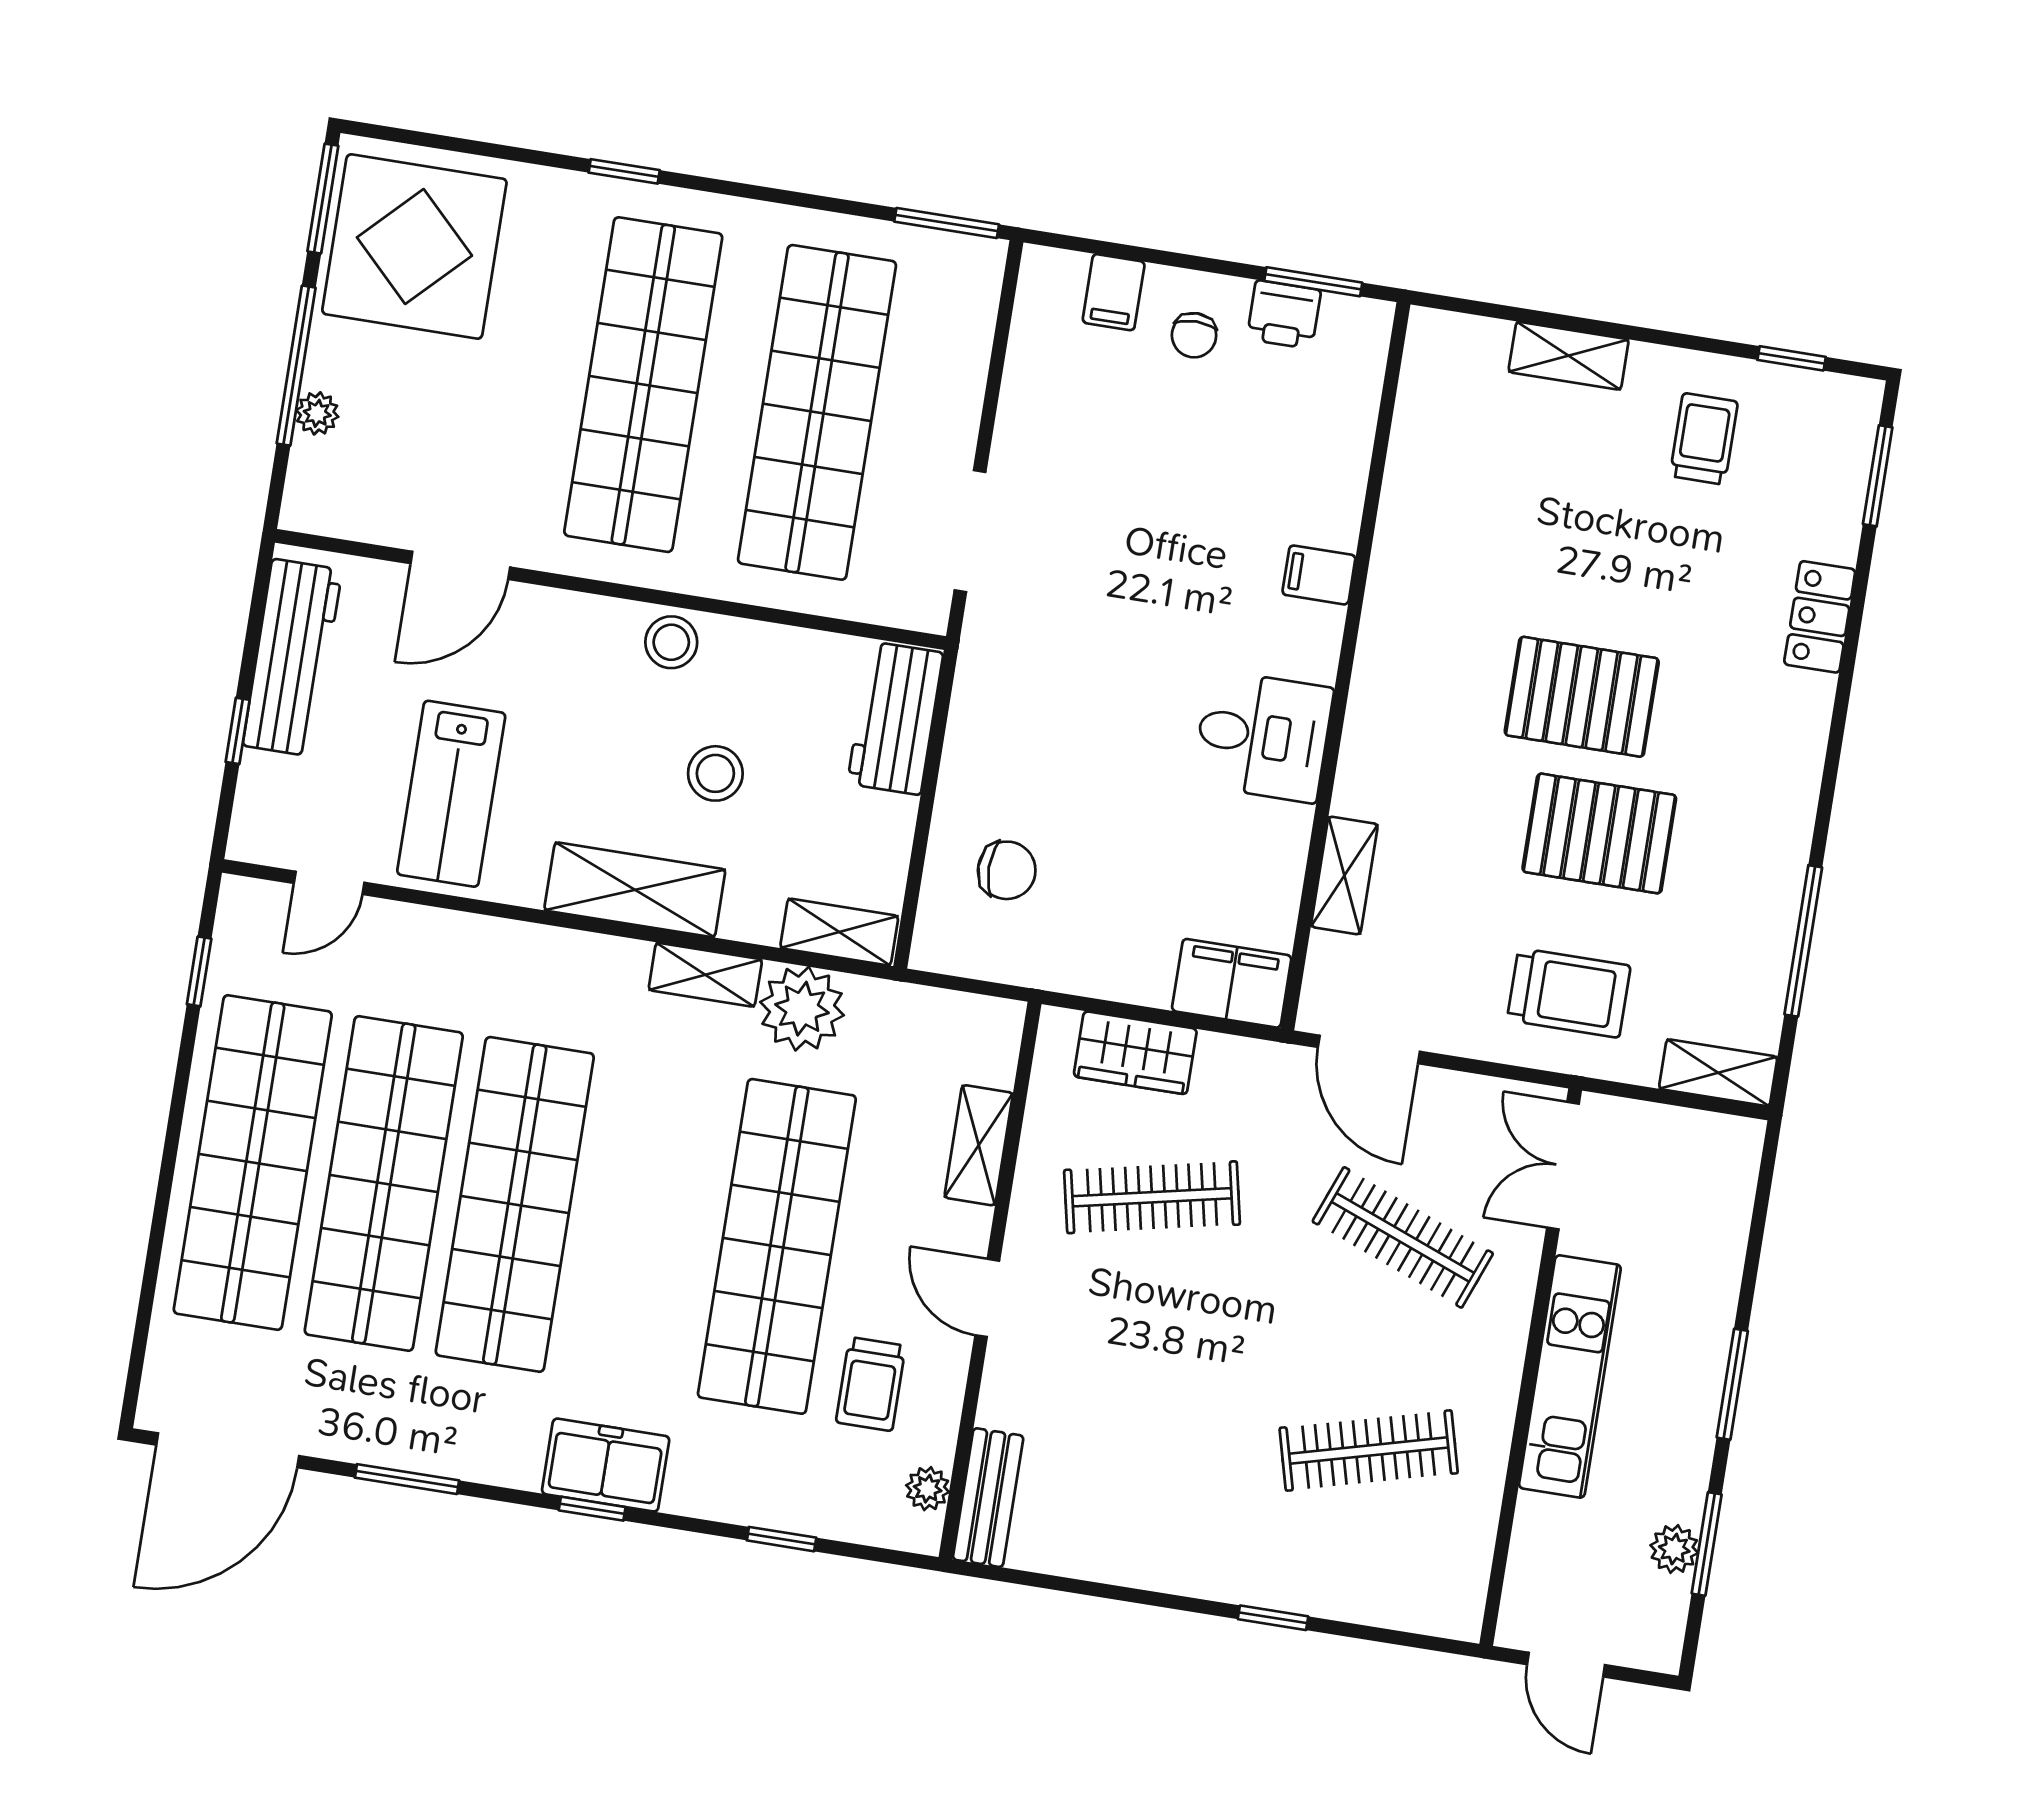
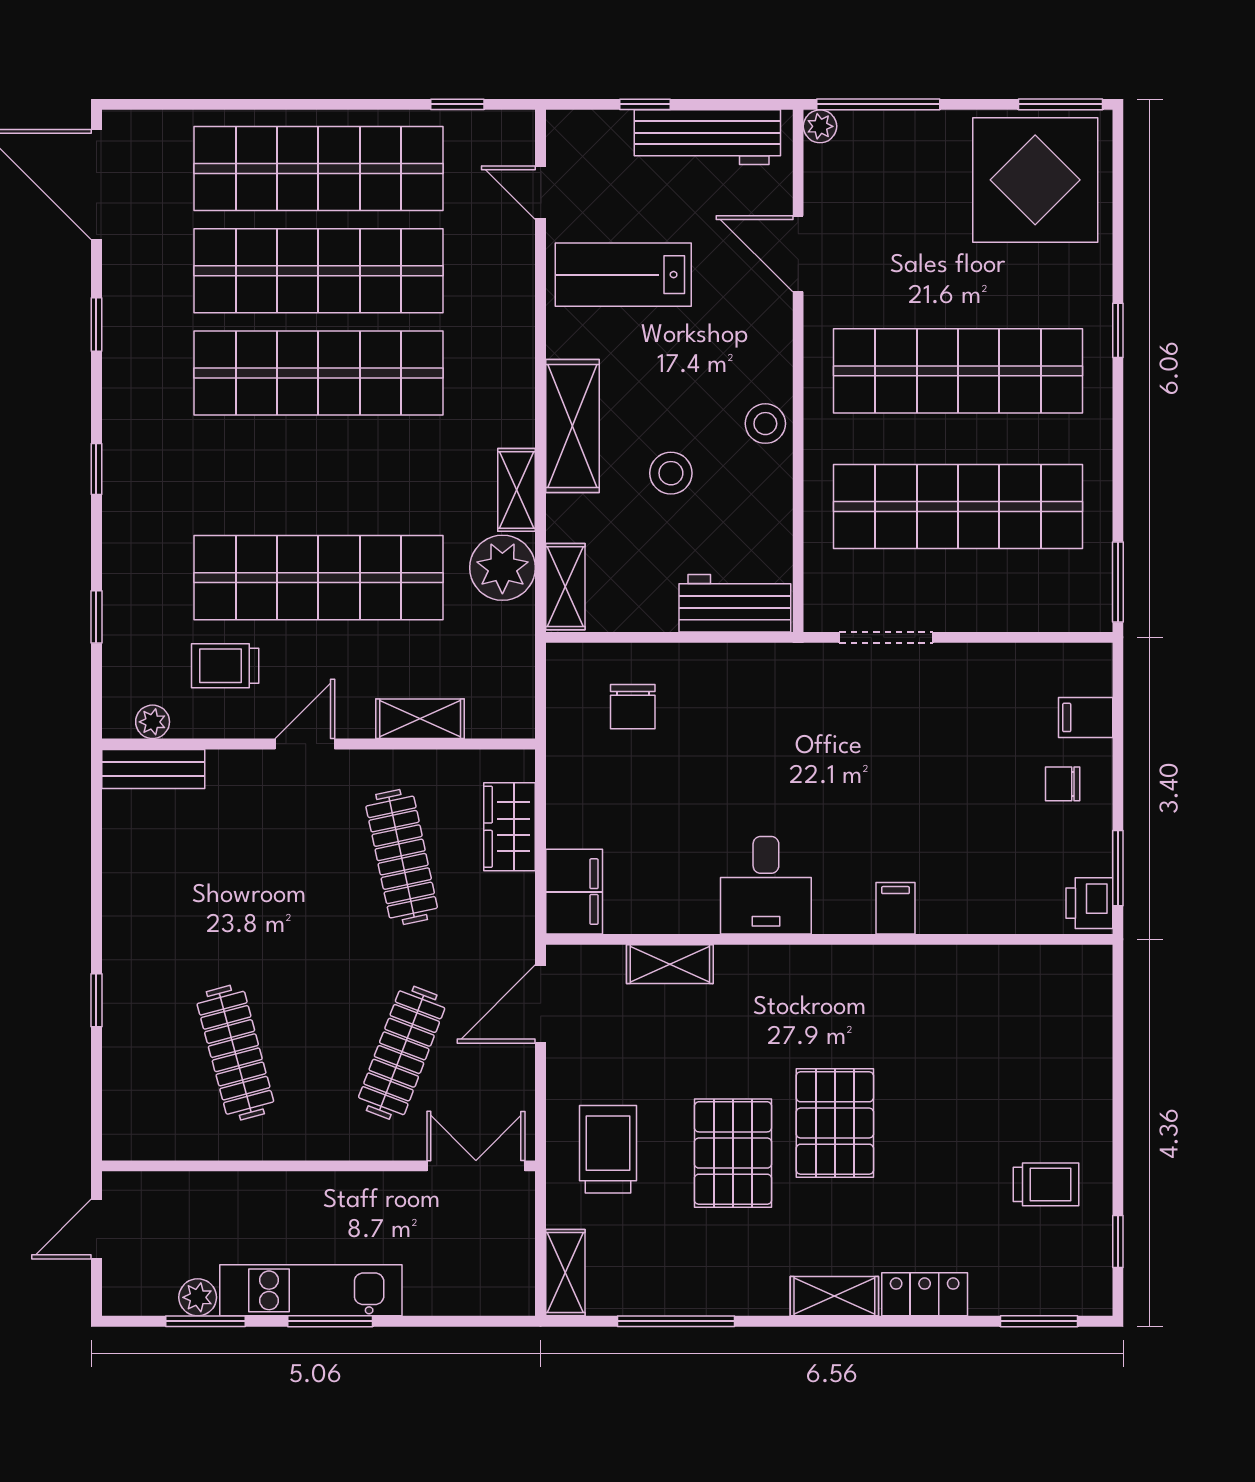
printer: (1284, 315) -> (1089, 903), moved
shelving: (1569, 356) -> (834, 1296), moved, turned 90
window: (296, 366) -> (878, 104), moved
plant: (317, 413) -> (820, 126), moved
trolley: (1569, 993) -> (608, 1149), turned 180
kitchen unit: (1570, 1377) -> (311, 1290), moved, turned 180
freezer: (606, 1465) -> (131, 474), removed
window: (407, 1479) -> (96, 324), width x0.67

